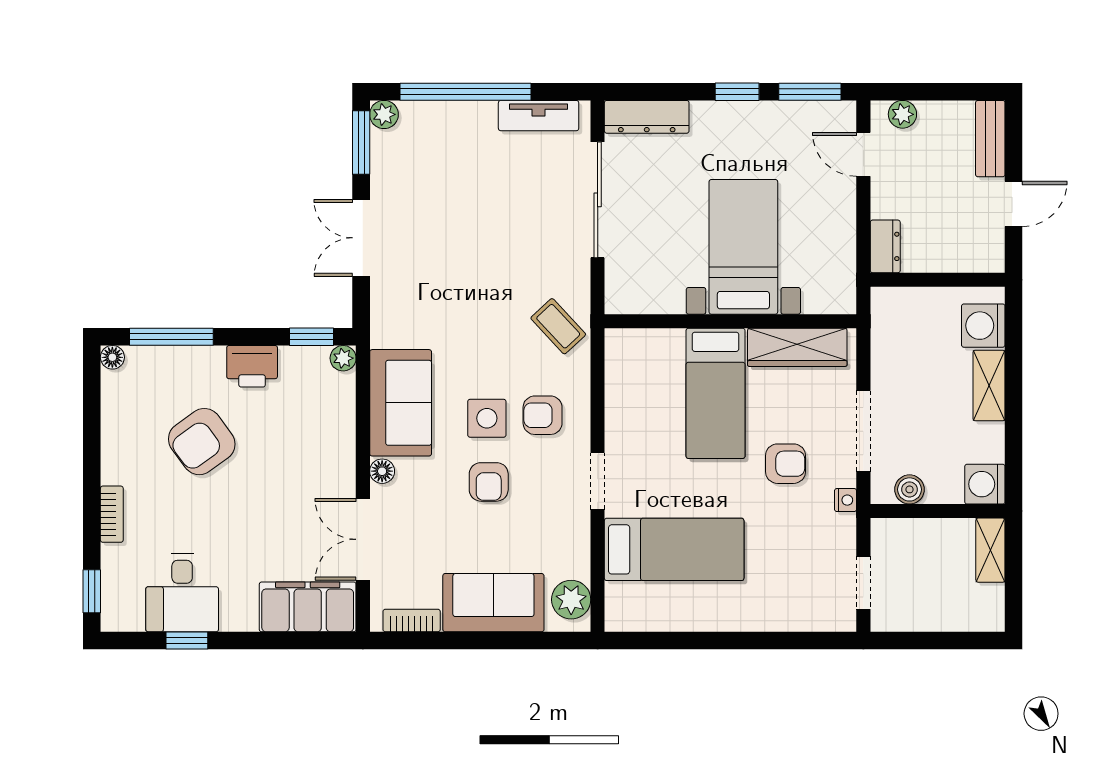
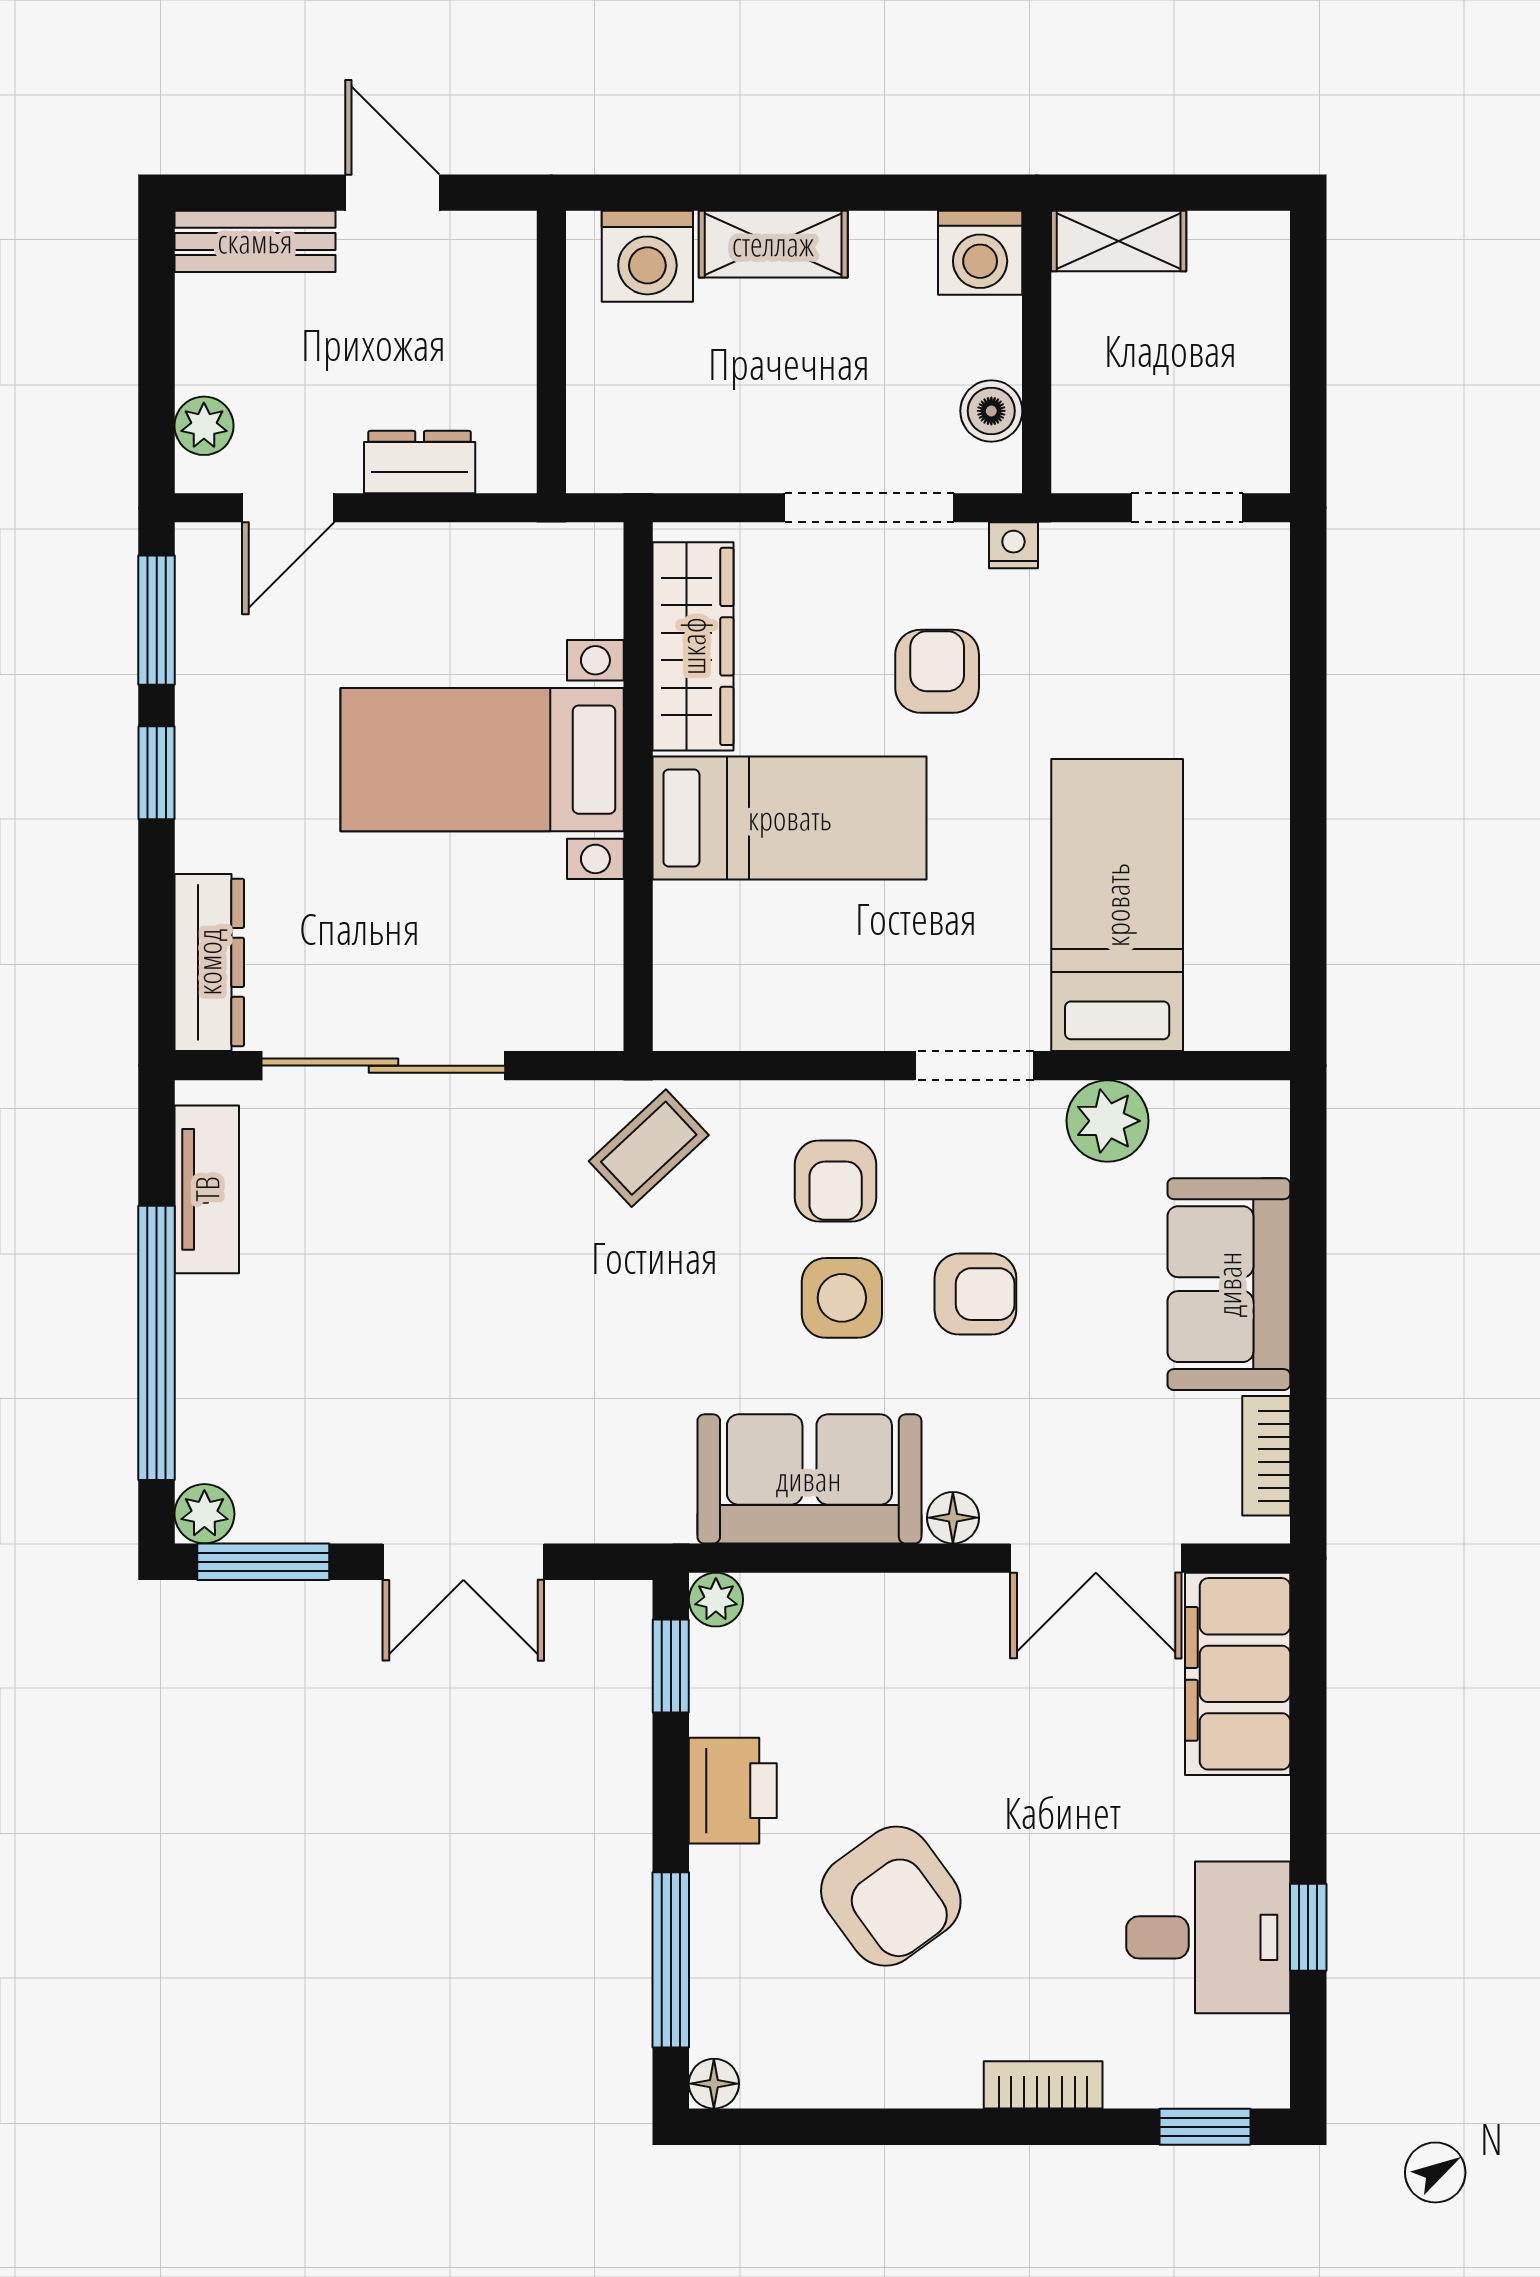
dresser: (885, 246) -> (420, 462), moved
plant: (571, 600) -> (1107, 1121), moved

